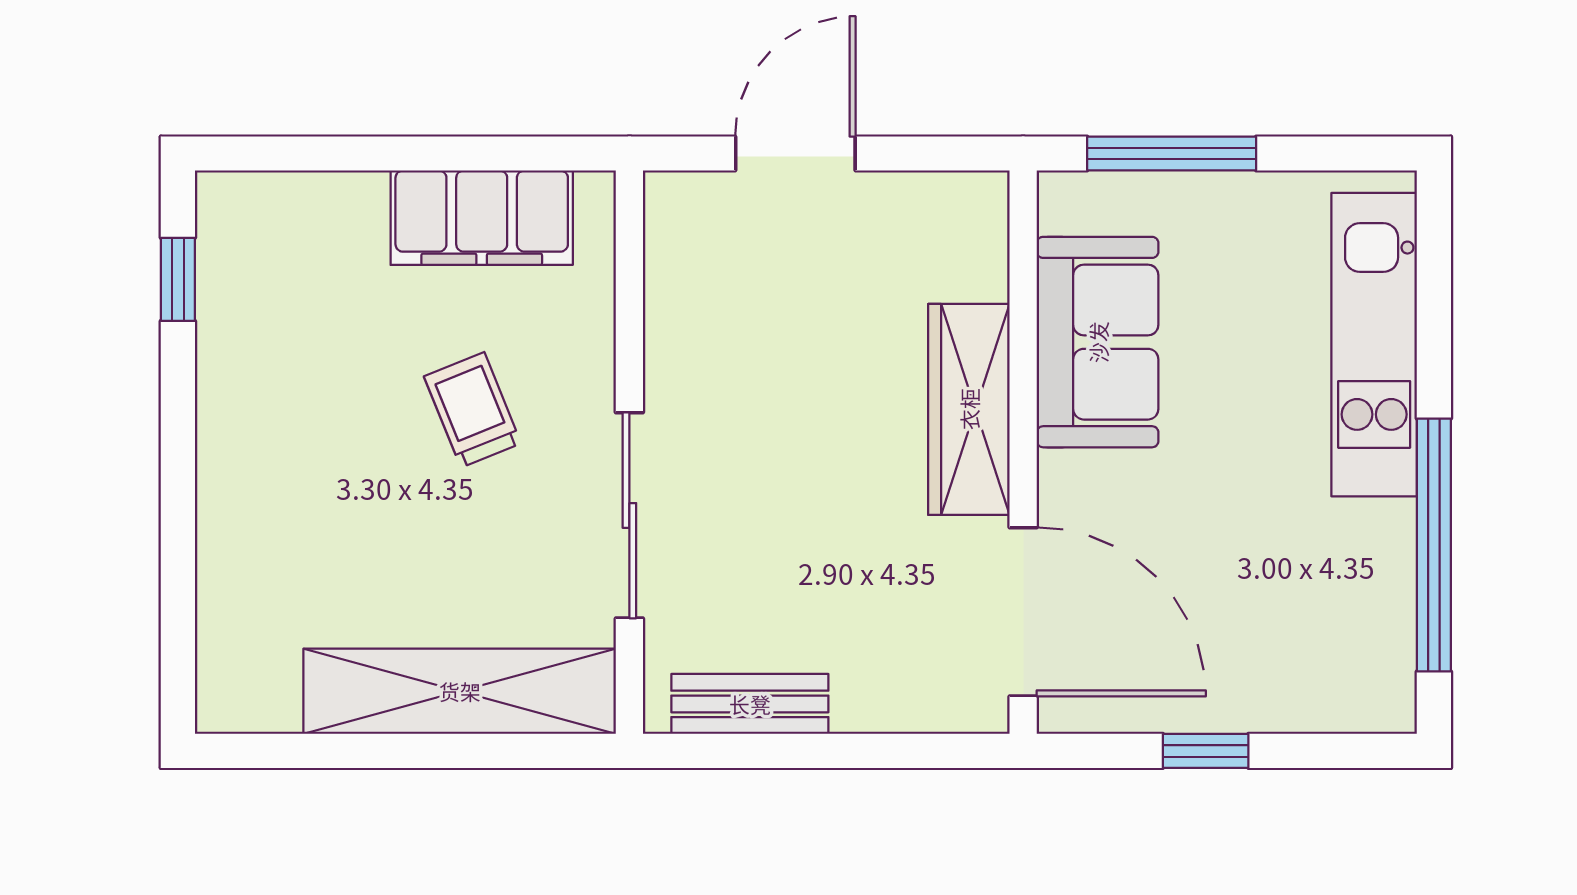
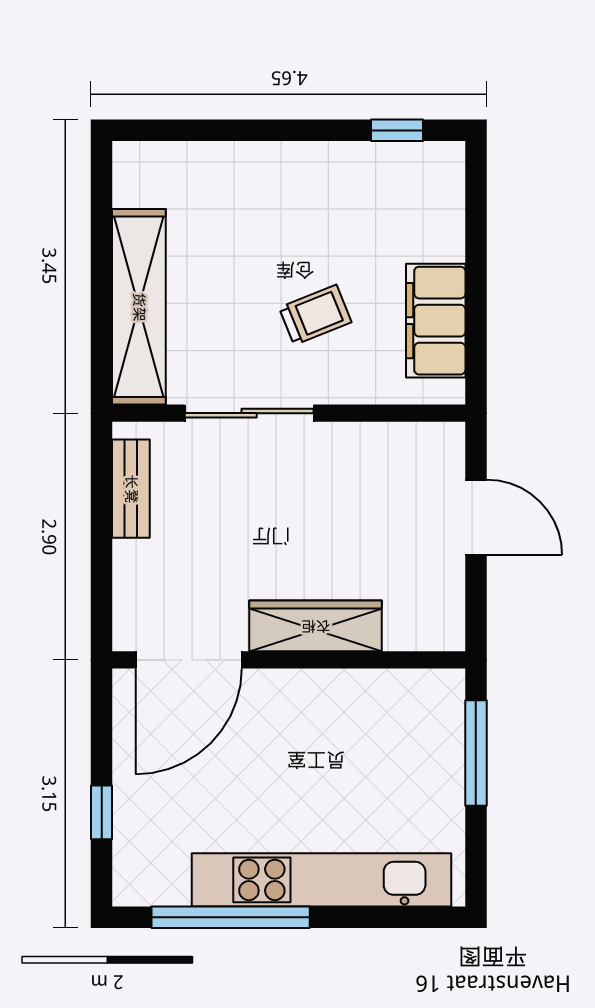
sofa: (1098, 342) -> (358, 707), removed
kitchen unit: (1374, 345) -> (322, 880), width x1.36
window: (1206, 751) -> (102, 812), moved

